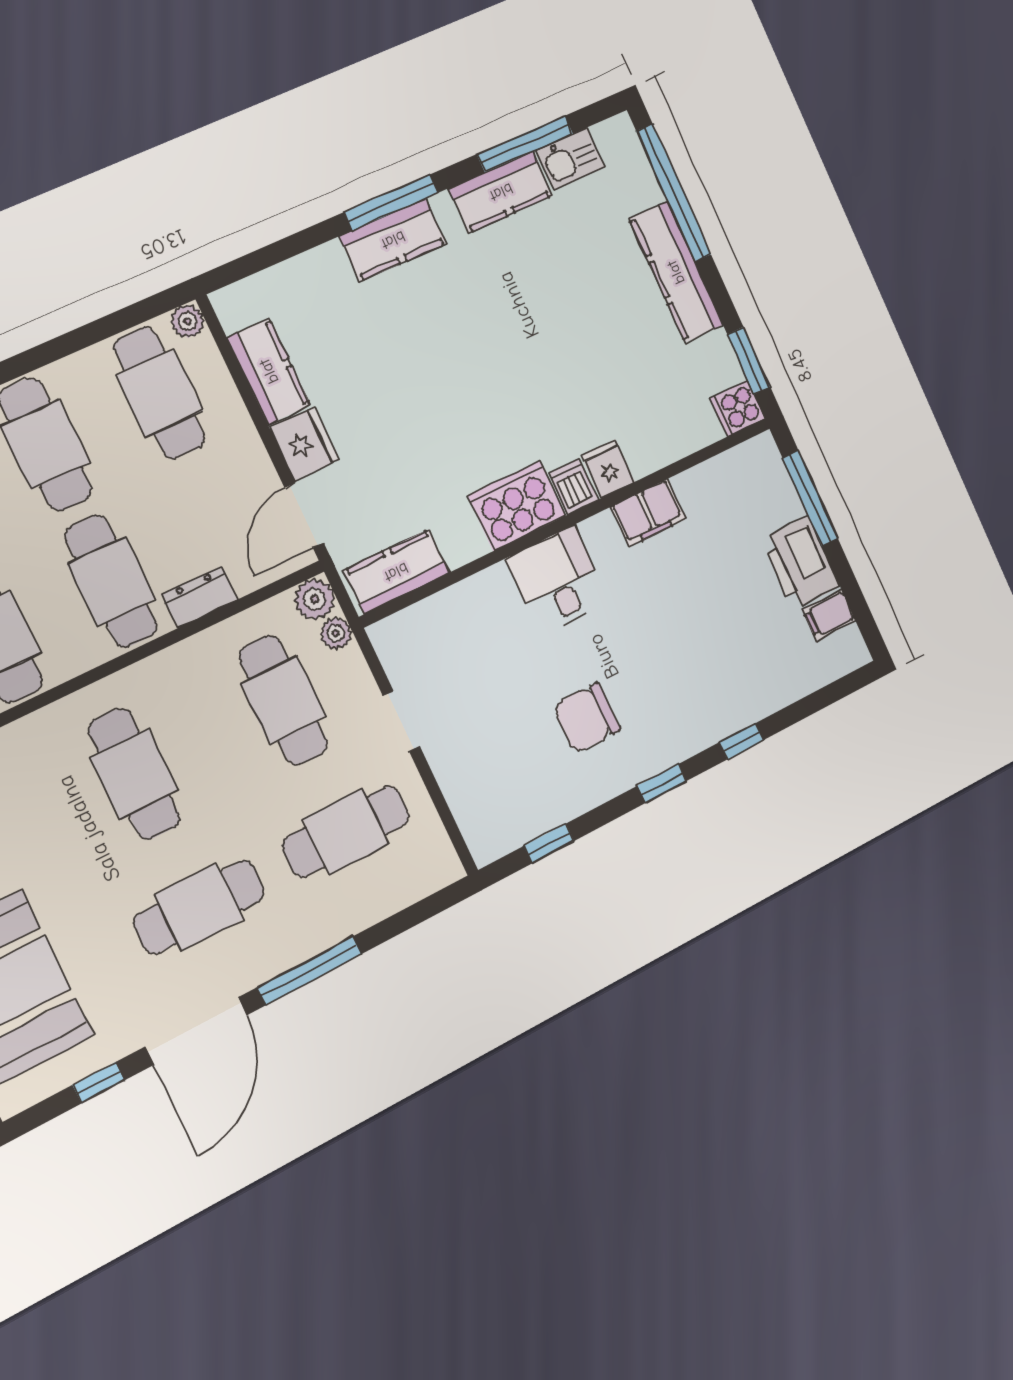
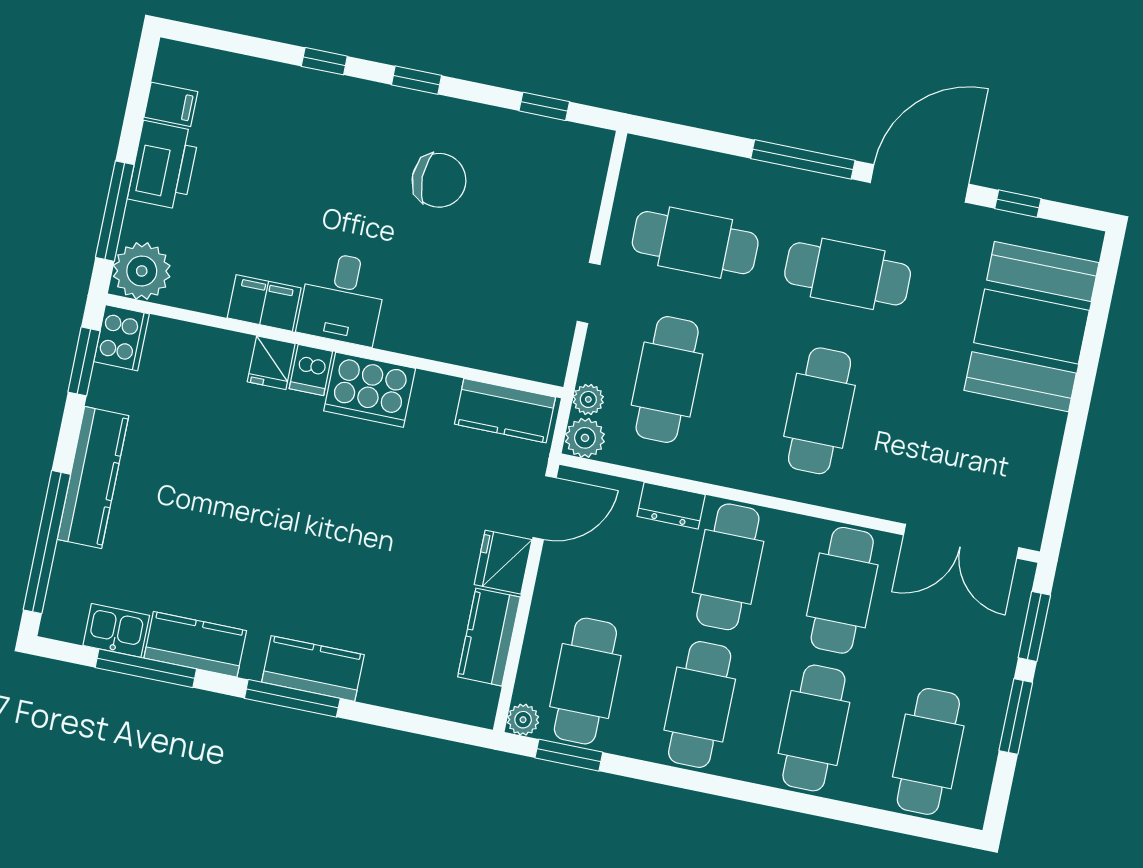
window: (125, 319) -> (569, 755), added
cooker: (738, 408) -> (122, 338), width x1.36
plant: (757, 466) -> (142, 271), added
desk: (558, 580) -> (342, 298), moved

